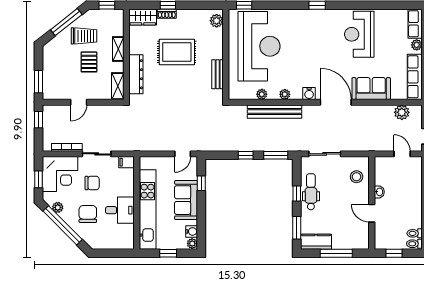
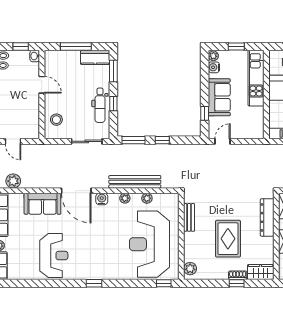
rug: (177, 52) -> (228, 239), turned 90
washbasin: (379, 192) -> (35, 56), moved
kitchen unit: (148, 209) -> (256, 78), width x0.73

